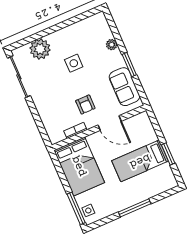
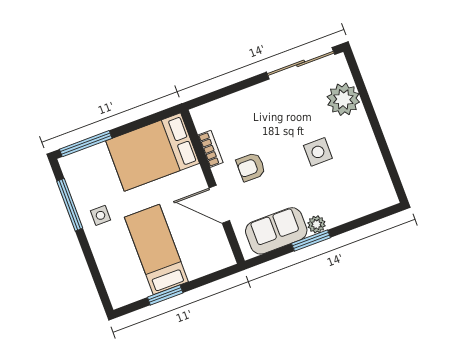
plant: (112, 45) -> (317, 224), moved
door: (110, 123) -> (219, 204), hinge flipped
window: (135, 208) -> (70, 205), moved
side table: (88, 210) -> (100, 215), moved

